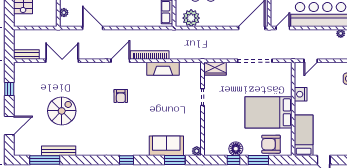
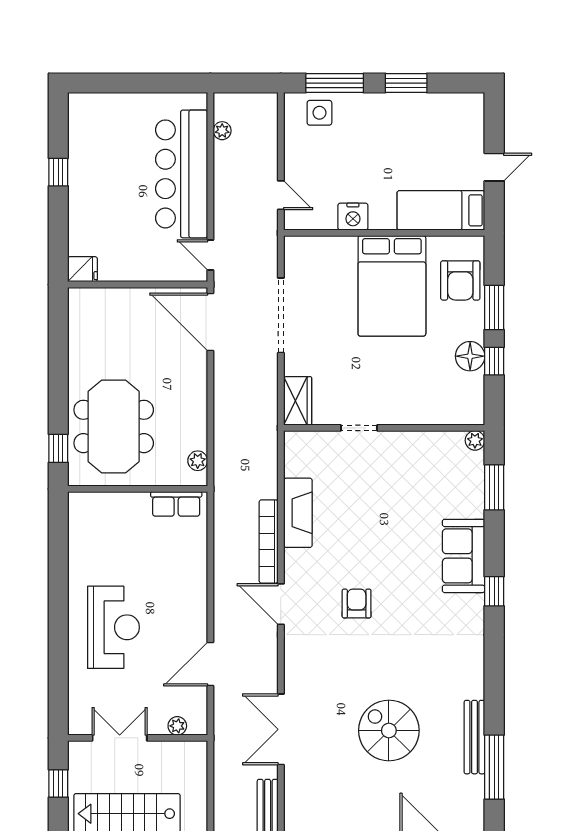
plant: (191, 18) -> (198, 461), width x0.53, depth x0.53
armchair: (121, 96) -> (357, 604), turned -90
sofa: (166, 146) -> (464, 556), moved

